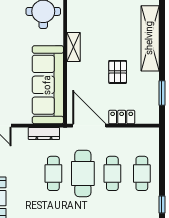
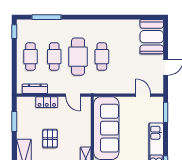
door: (89, 126) -> (73, 95), width x0.53
dresser: (44, 133) -> (35, 89), moved

